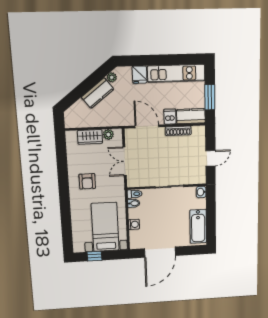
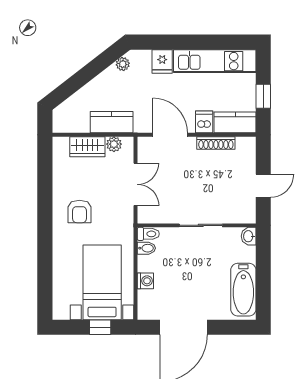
kitchen counter: (98, 93) -> (112, 122), moved, turned -142
window: (210, 97) -> (263, 96), width x0.67
double door: (125, 161) -> (136, 184), swing flipped
window: (95, 256) -> (100, 327), moved

